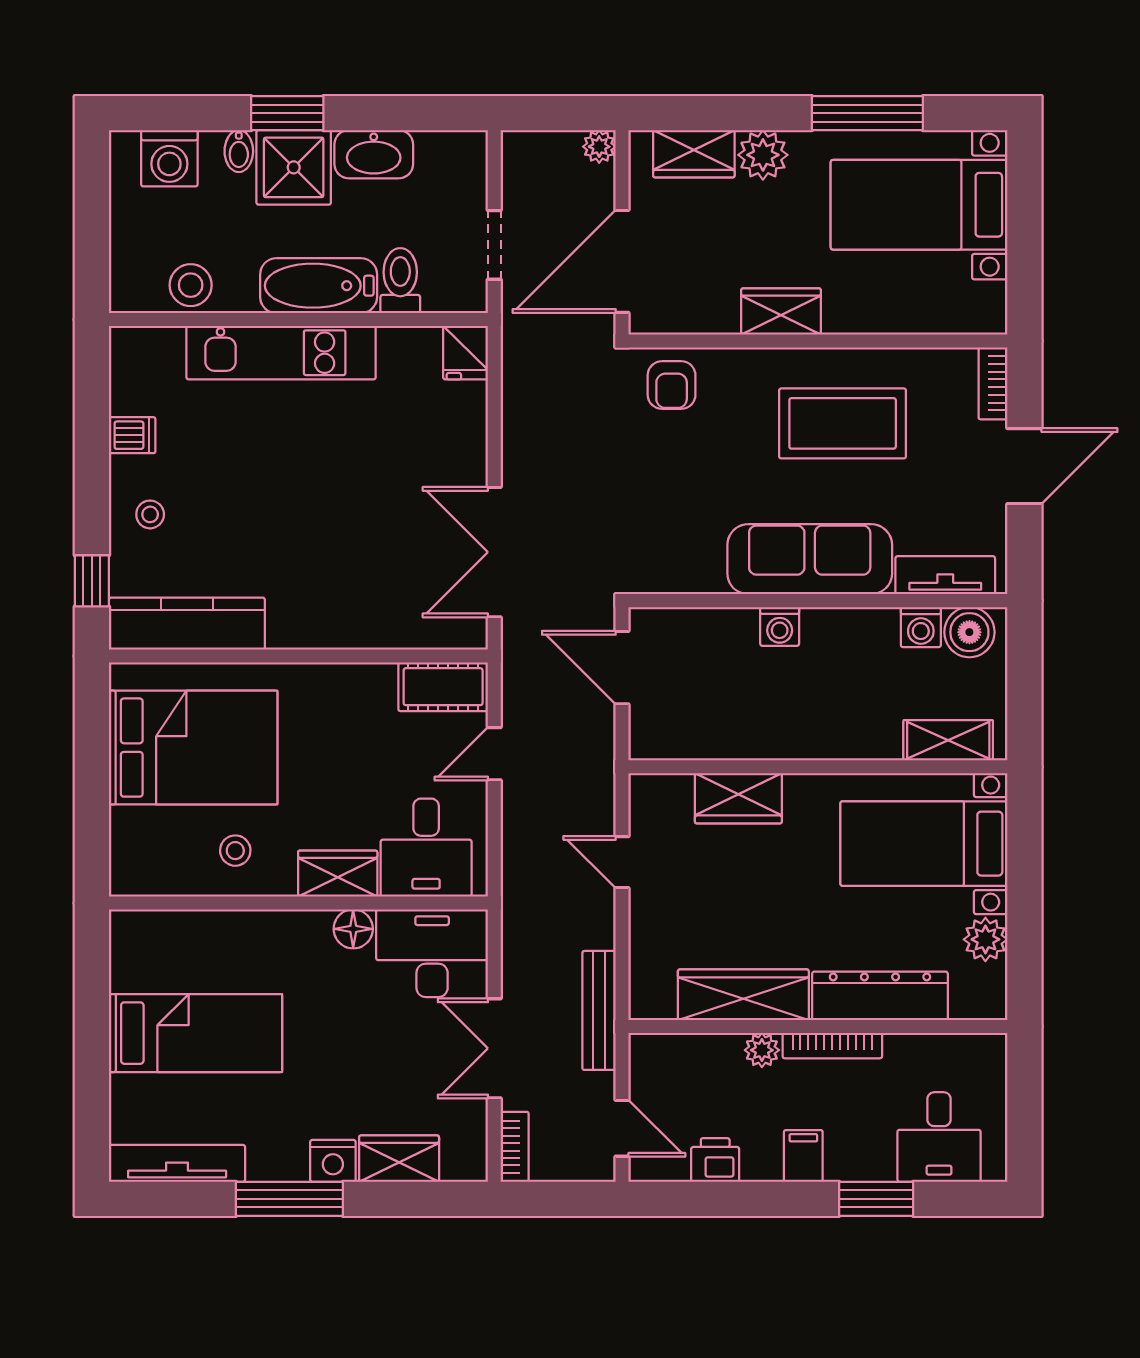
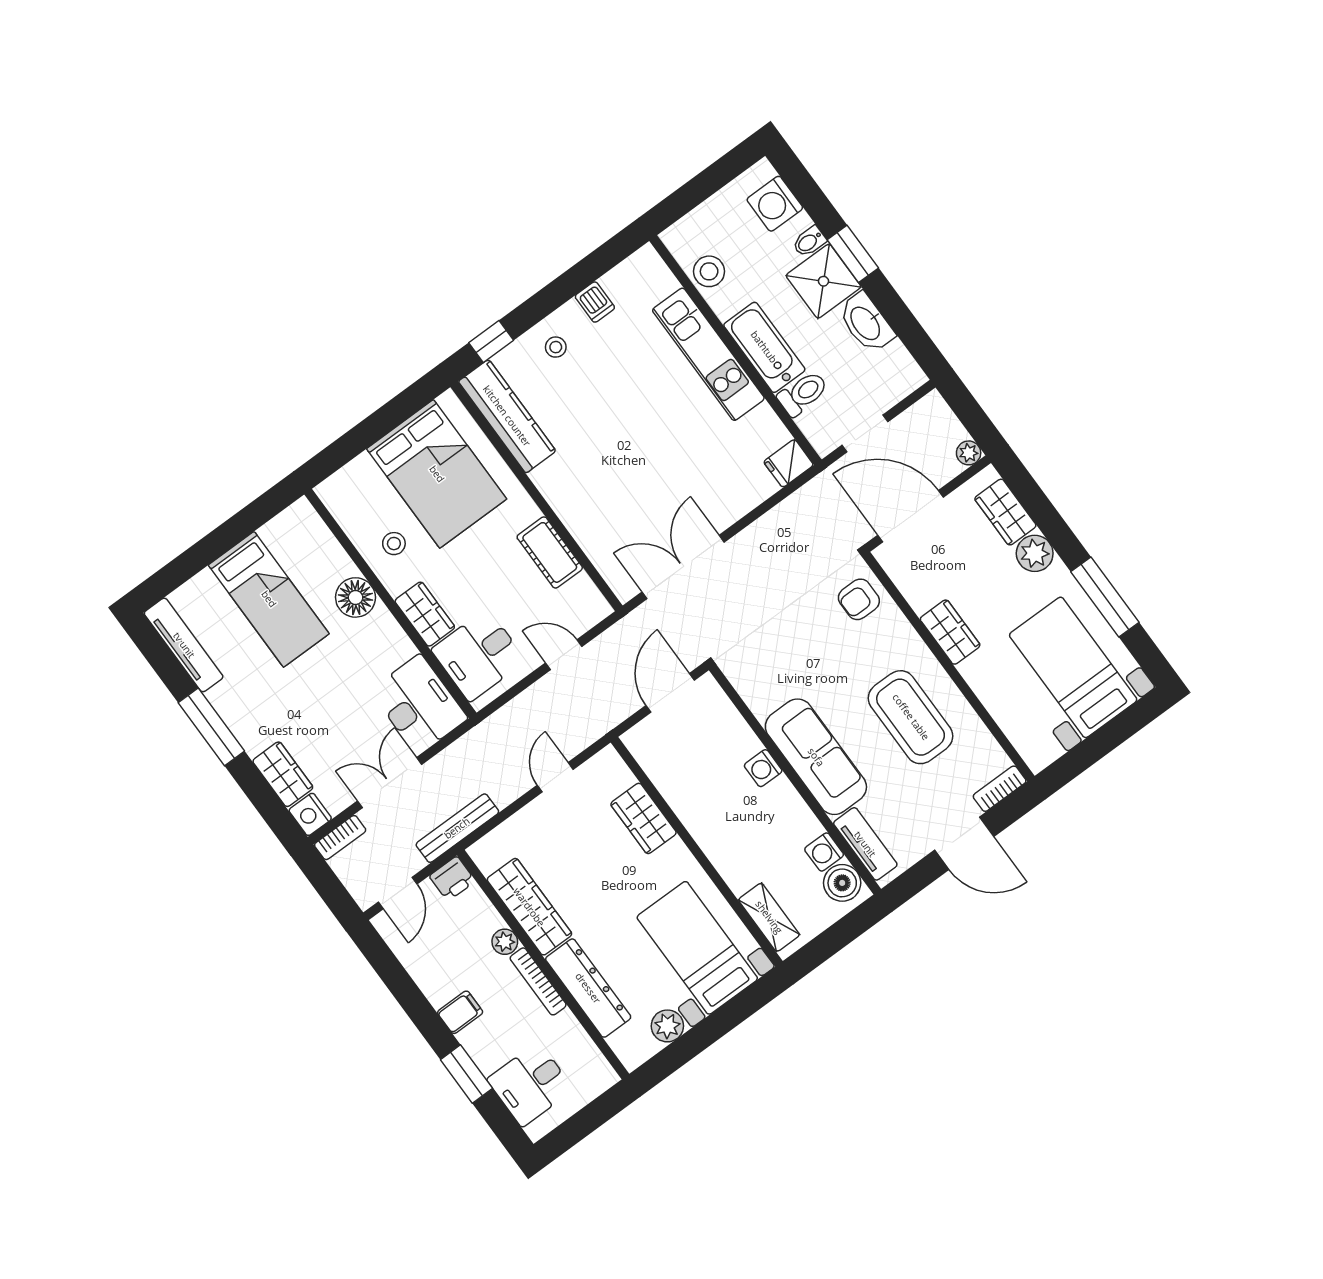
cot: (443, 687) -> (550, 552), moved
floor lamp: (353, 929) -> (356, 597), moved, width x1.38, depth x1.38
printer: (715, 1160) -> (452, 879), moved, turned 90
nightstand: (333, 1161) -> (310, 814), moved

